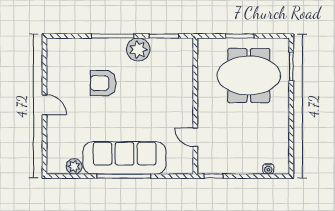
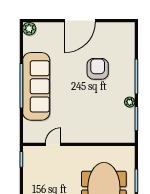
plant: (138, 49) -> (130, 102), width x0.53, depth x0.53
door: (45, 105) -> (80, 21), width x1.87
plant: (74, 166) -> (29, 29), moved

